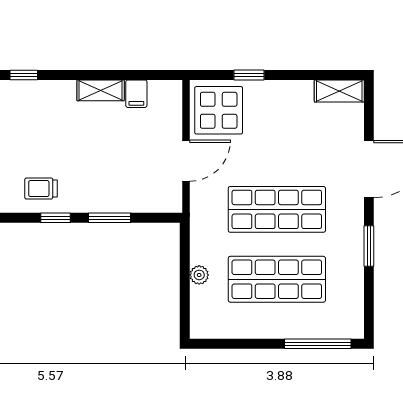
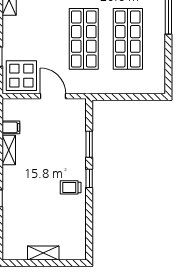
trolley: (41, 189) -> (71, 187), turned 90
plant: (199, 275) -> (125, 88), removed

